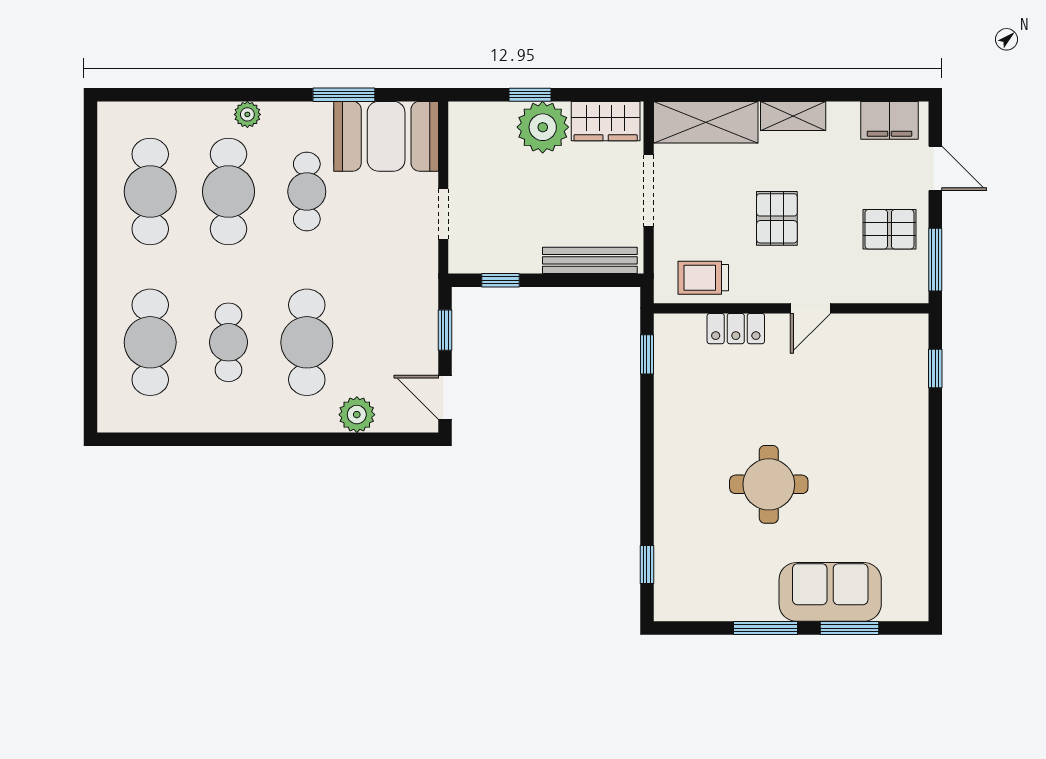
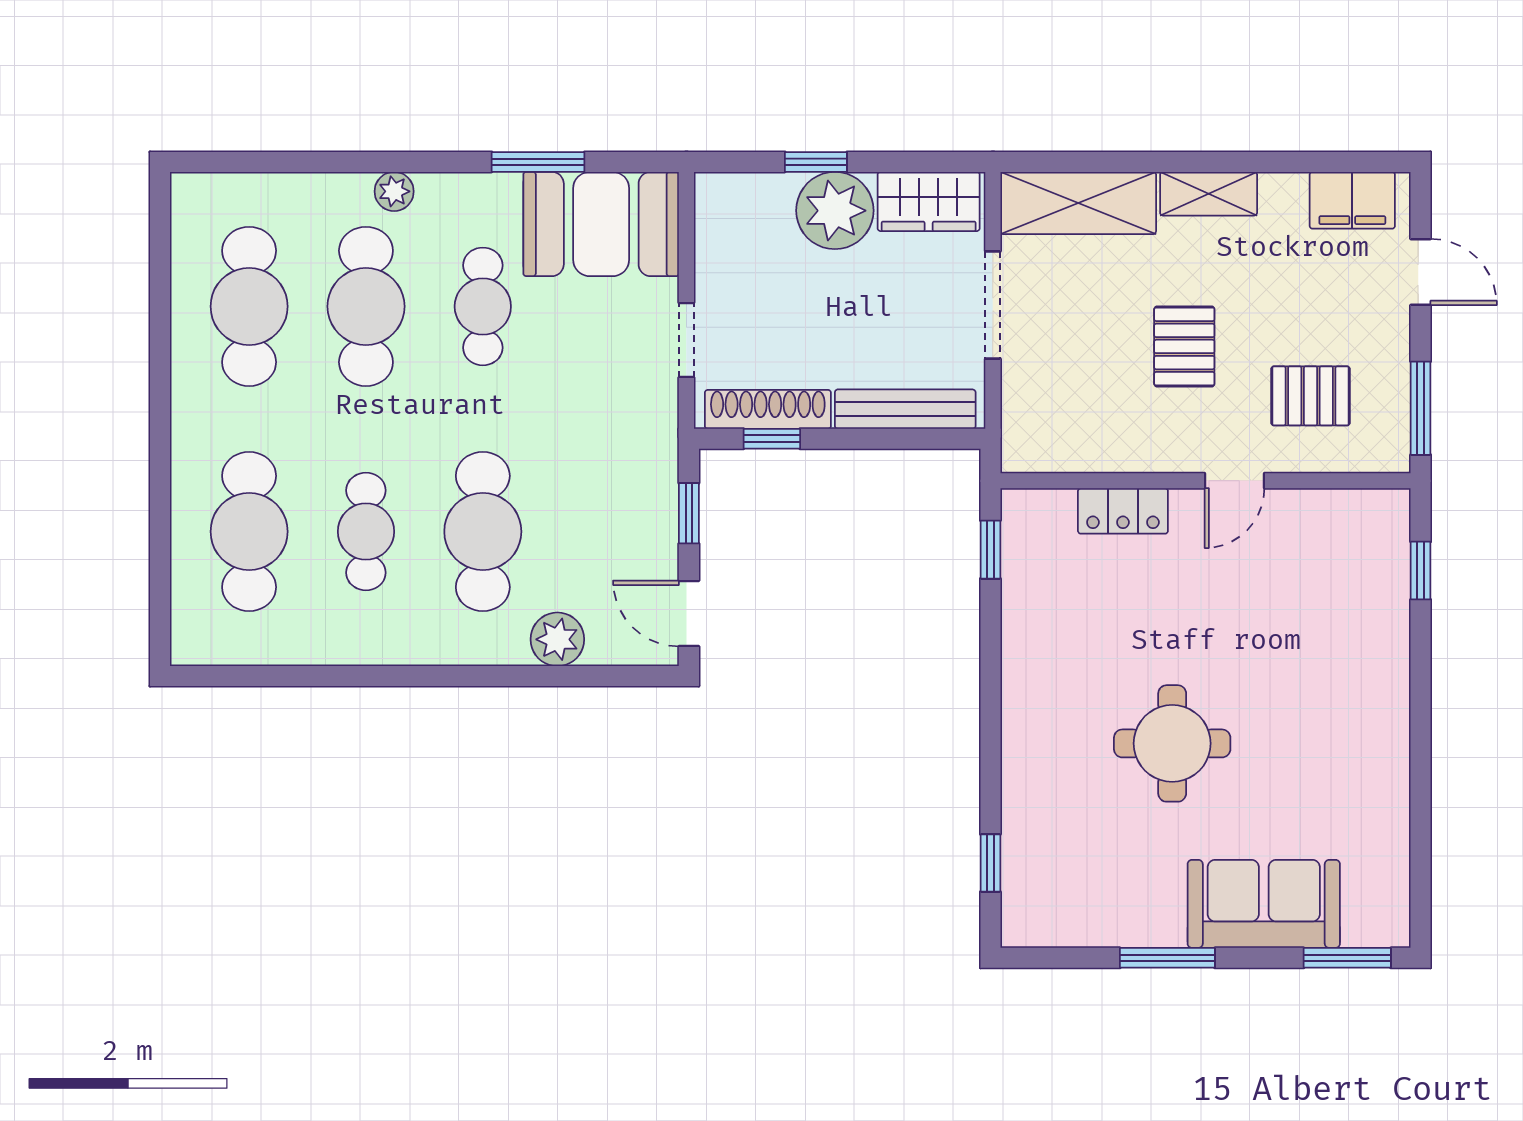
pallet: (889, 229) -> (1311, 396), moved
shoe rack: (498, 260) -> (768, 409), added
trolley: (703, 278) -> (1075, 435), removed
window: (849, 628) -> (1347, 958), moved

